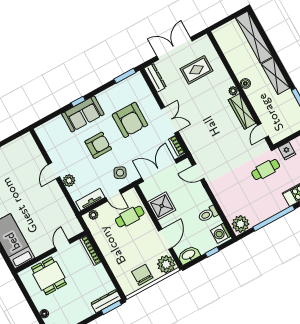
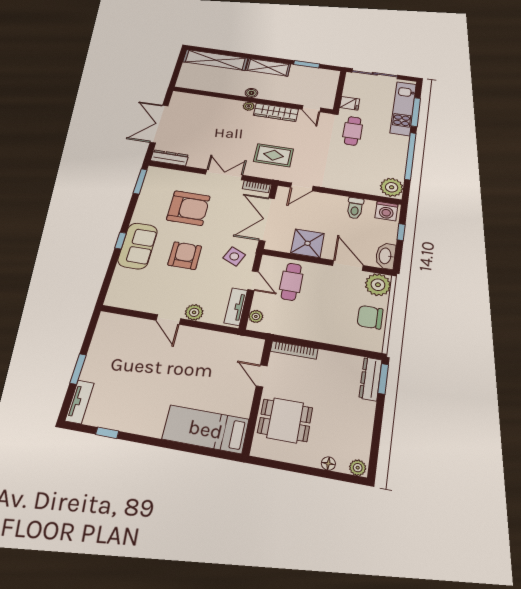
rug: (197, 70) -> (274, 155), moved, turned 90
door: (113, 196) -> (253, 281), hinge flipped

